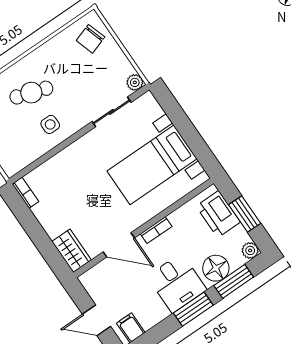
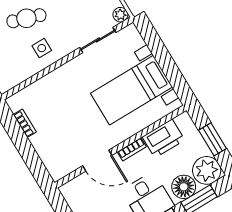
bookcase: (26, 193) -> (25, 123), moved
printer: (218, 214) -> (163, 138), moved, turned -90
plant: (250, 250) -> (207, 170), width x1.88, depth x1.88
wardrobe: (72, 251) -> (54, 163), removed

